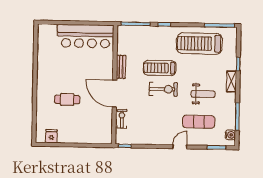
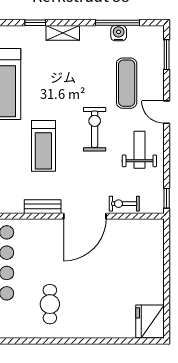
exercise bike: (163, 89) -> (95, 129), moved
weight bench: (203, 94) -> (139, 150), moved
cafe table: (67, 99) -> (50, 304), moved
water cooler: (230, 135) -> (119, 33), moved
fridge: (51, 136) -> (150, 321), width x1.88, depth x1.34

